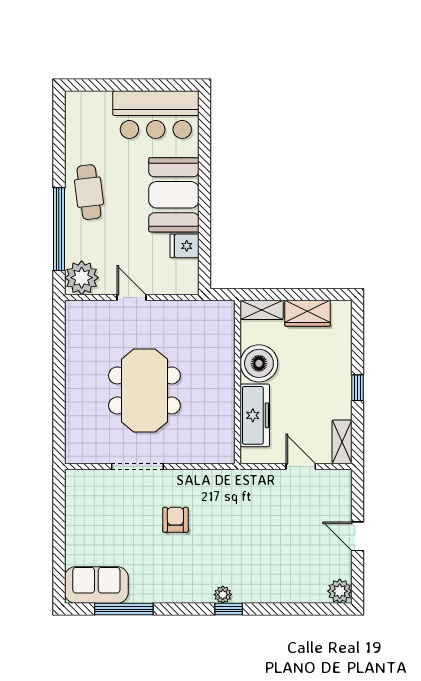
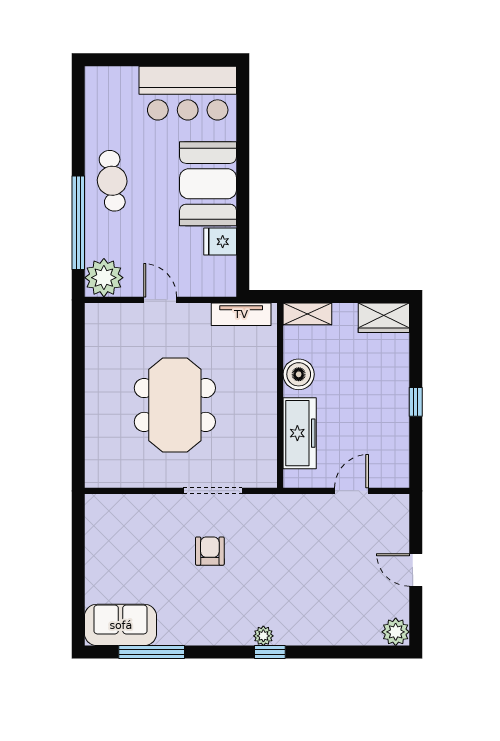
tv unit: (203, 310) -> (241, 314), added
wardrobe: (308, 313) -> (384, 318), moved
boiler: (259, 363) -> (299, 374), width x0.73, depth x0.73
shelving: (342, 442) -> (398, 463), removed
doorway: (137, 466) -> (213, 491), moved
door: (301, 466) -> (352, 491), hinge flipped

